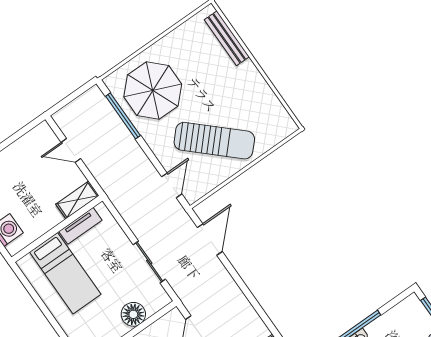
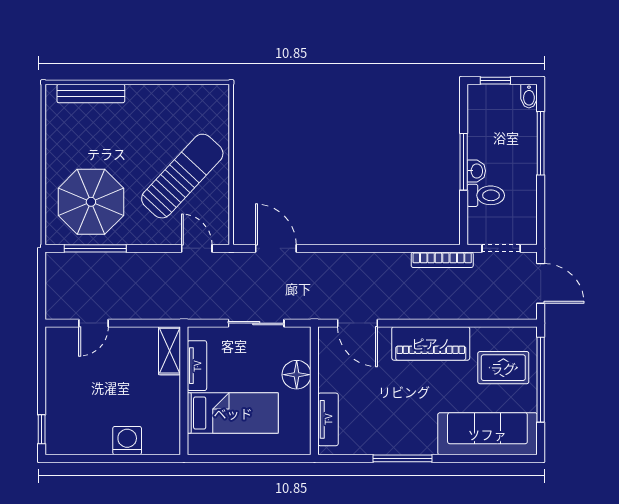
shelving: (77, 200) -> (170, 351), moved
tv unit: (80, 226) -> (197, 366), moved
wall: (57, 229) -> (184, 391), moved
bed: (65, 273) -> (233, 413), moved

